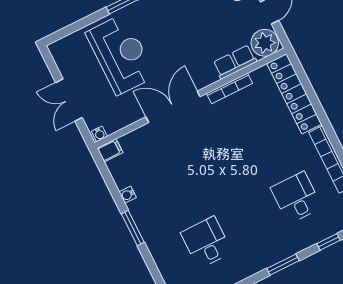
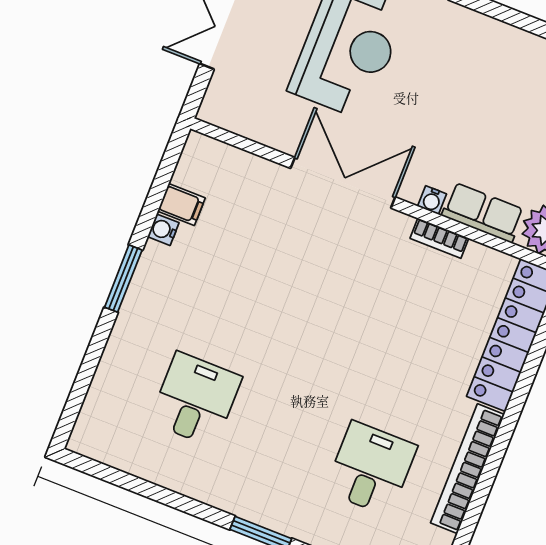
bookcase: (229, 88) -> (439, 238), width x0.64
water cooler: (99, 134) -> (432, 200), moved
filing cabinet: (110, 150) -> (181, 205), moved

